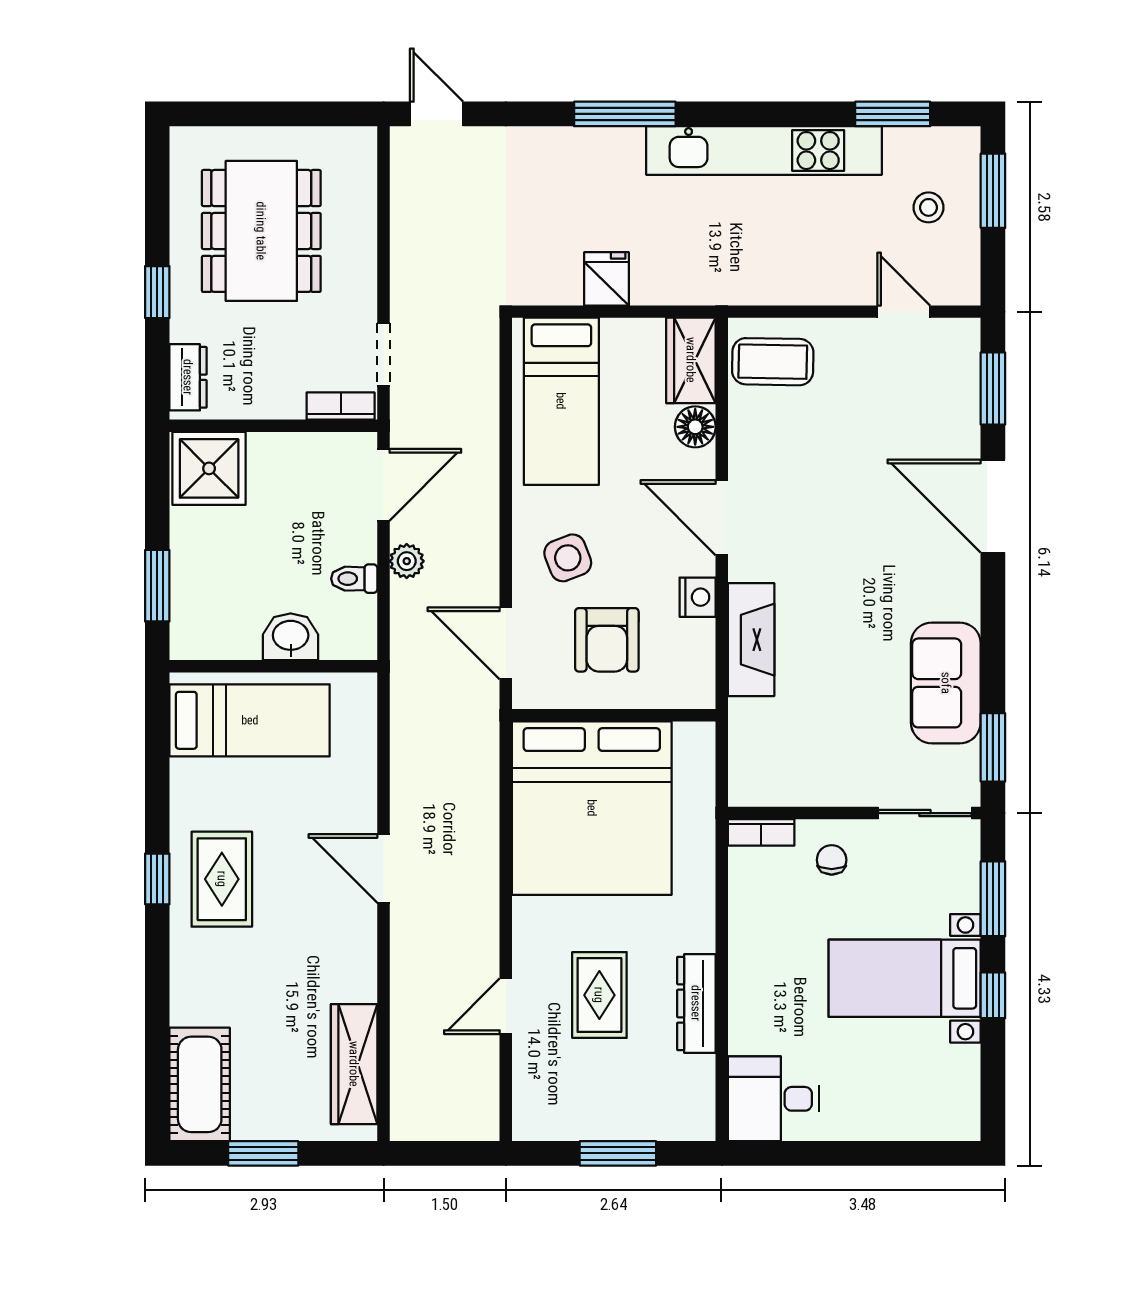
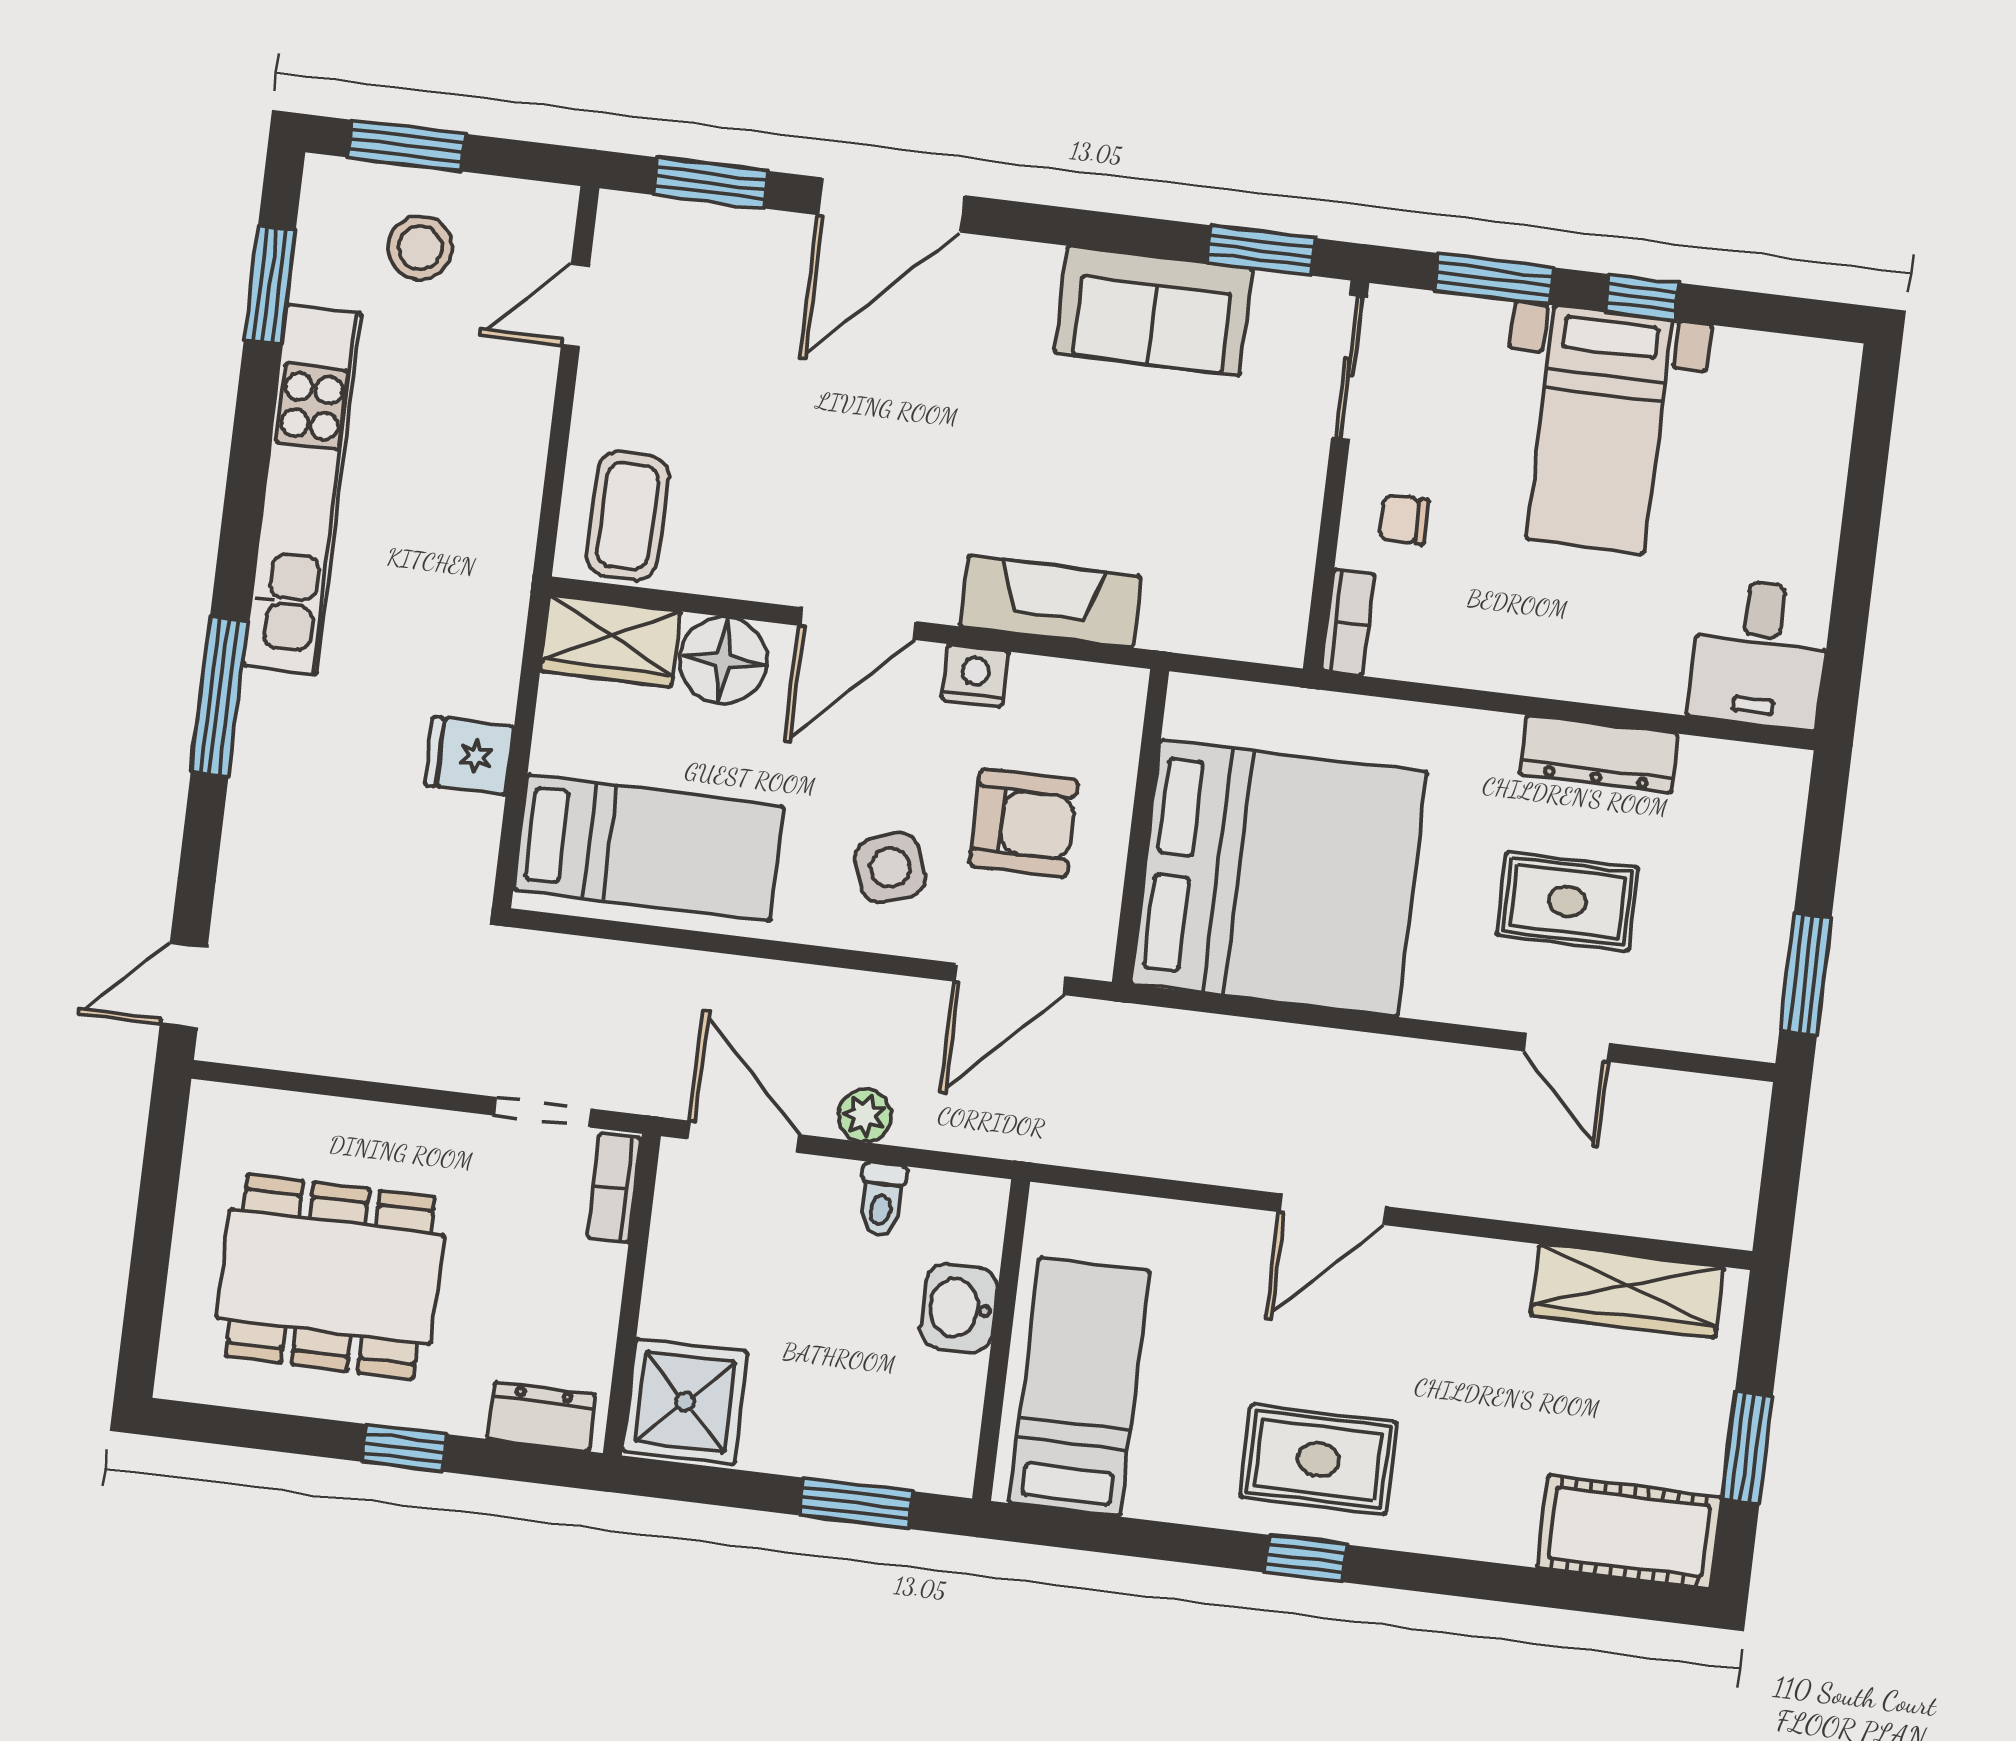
stool: (929, 207) -> (420, 248), width x1.37, depth x1.37
floor lamp: (695, 427) -> (723, 660), width x1.38, depth x1.38
window: (618, 1153) -> (1805, 975), moved

